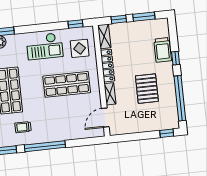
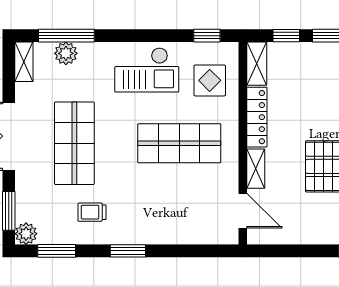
door: (105, 118) -> (243, 211), swing flipped
window: (45, 146) -> (128, 251), width x0.47

